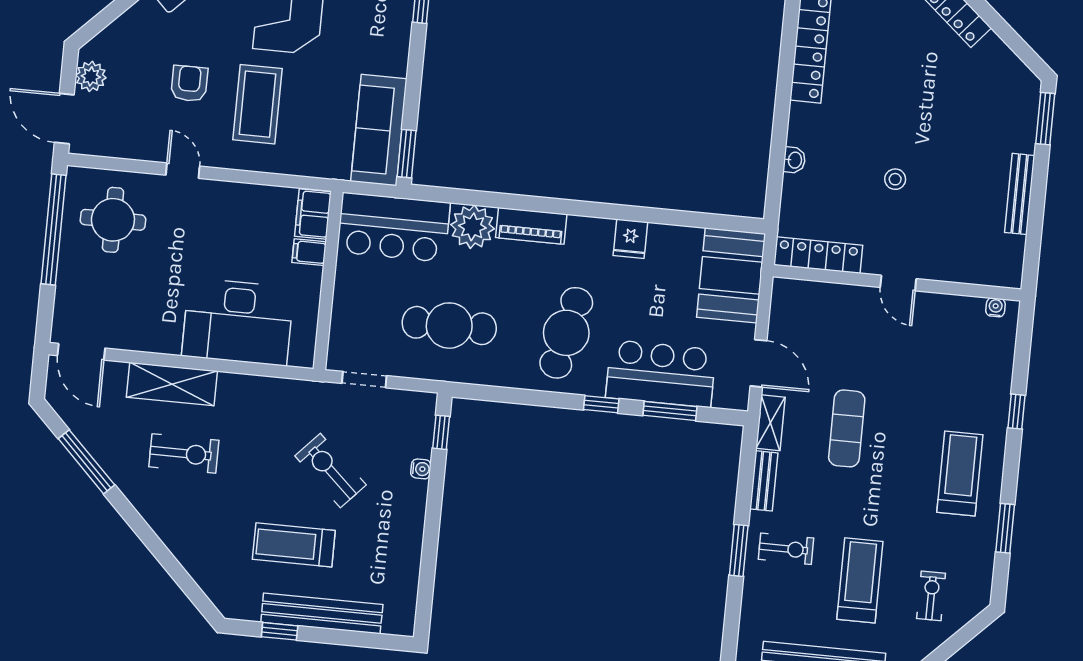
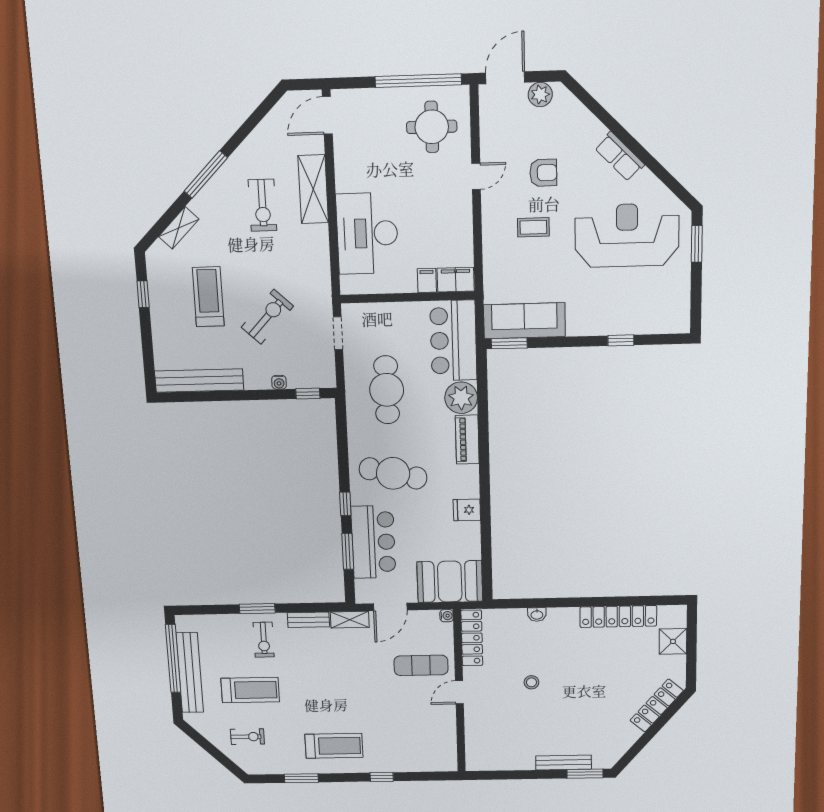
coffee table: (257, 104) -> (533, 227), width x0.54, depth x0.58
bench: (1020, 194) -> (564, 763), moved
water cooler: (996, 307) -> (447, 616), moved
exercise mat: (847, 428) -> (421, 665), moved
window: (86, 462) -> (206, 175), moved
shelving: (199, 568) -> (179, 228), added
bench: (322, 613) -> (199, 381), moved, turned 90

